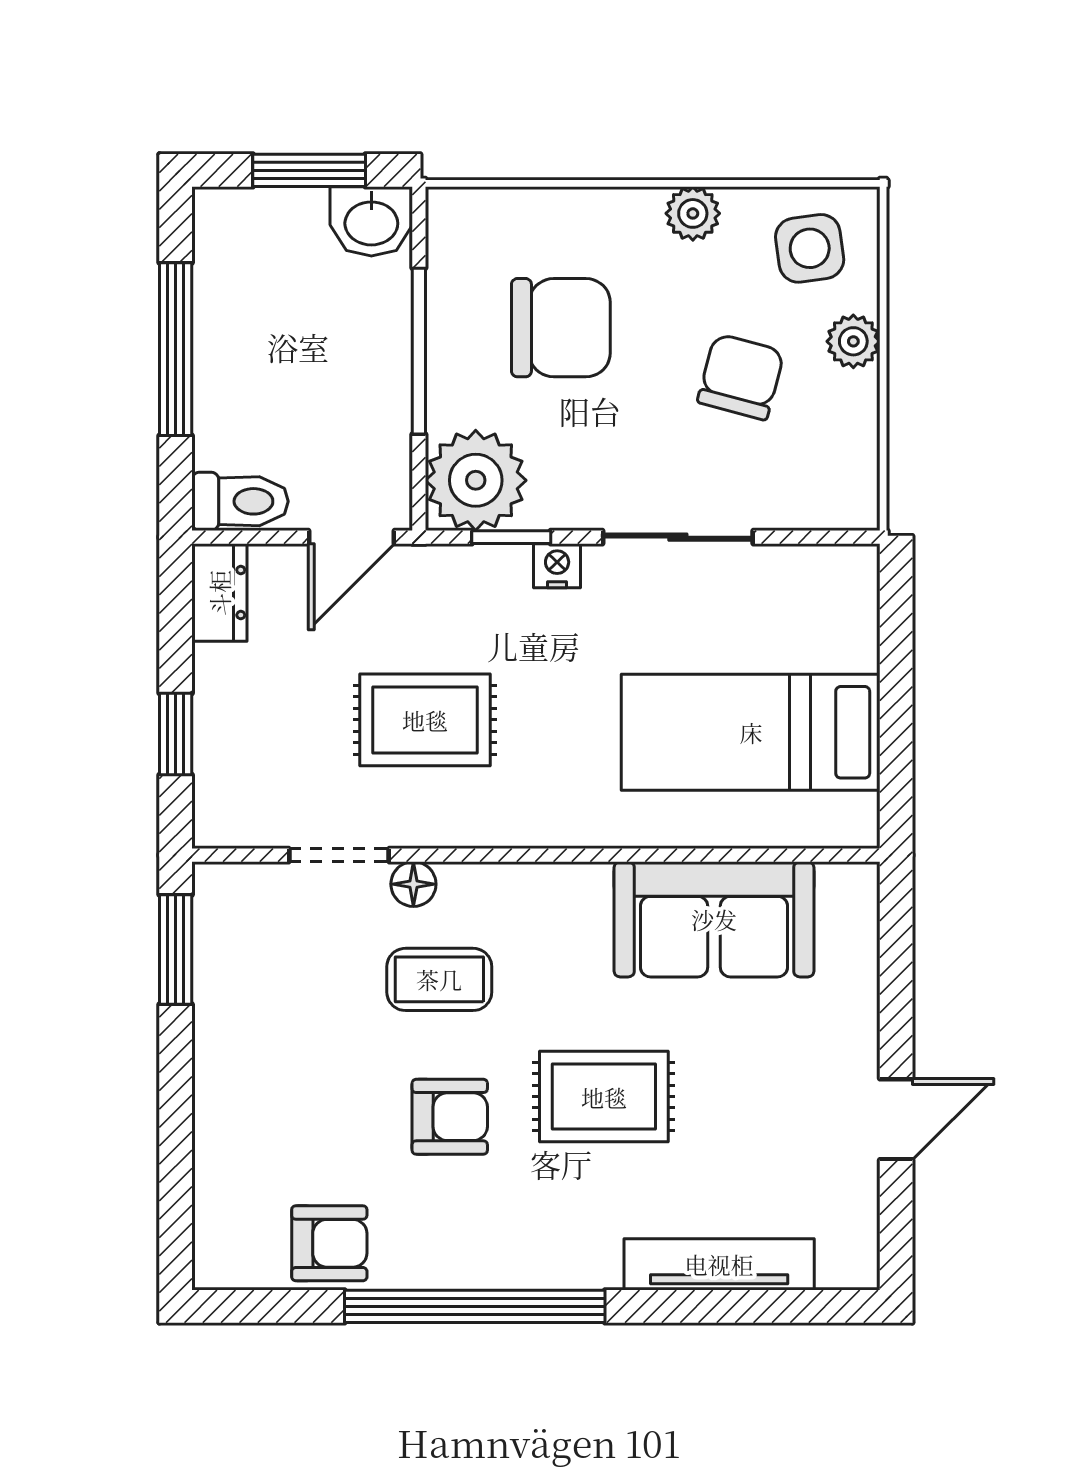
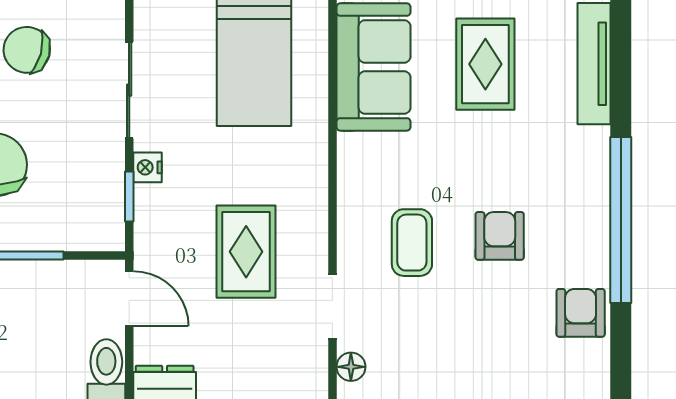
plant: (476, 480) -> (93, 219), removed
floor lamp: (413, 884) -> (351, 367), moved
rug: (604, 1097) -> (485, 64), moved

